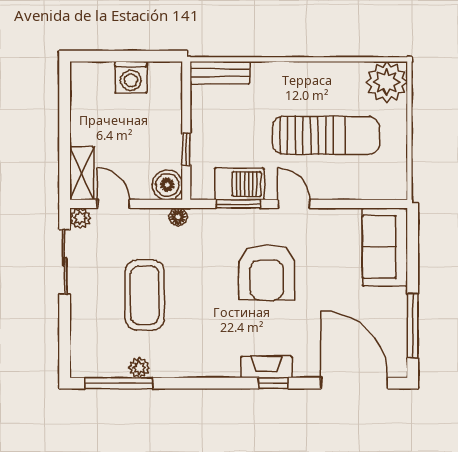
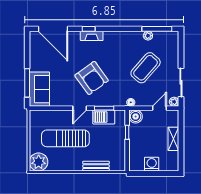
bench: (220, 73) -> (96, 166), moved
shelving: (82, 173) -> (173, 139), moved
door: (113, 204) -> (159, 108), swing flipped
door: (294, 204) -> (80, 108), hinge flipped
armchair: (267, 272) -> (92, 78), turned 144
coffee table: (145, 295) -> (146, 68), turned 41
window: (413, 326) -> (27, 83), moved

